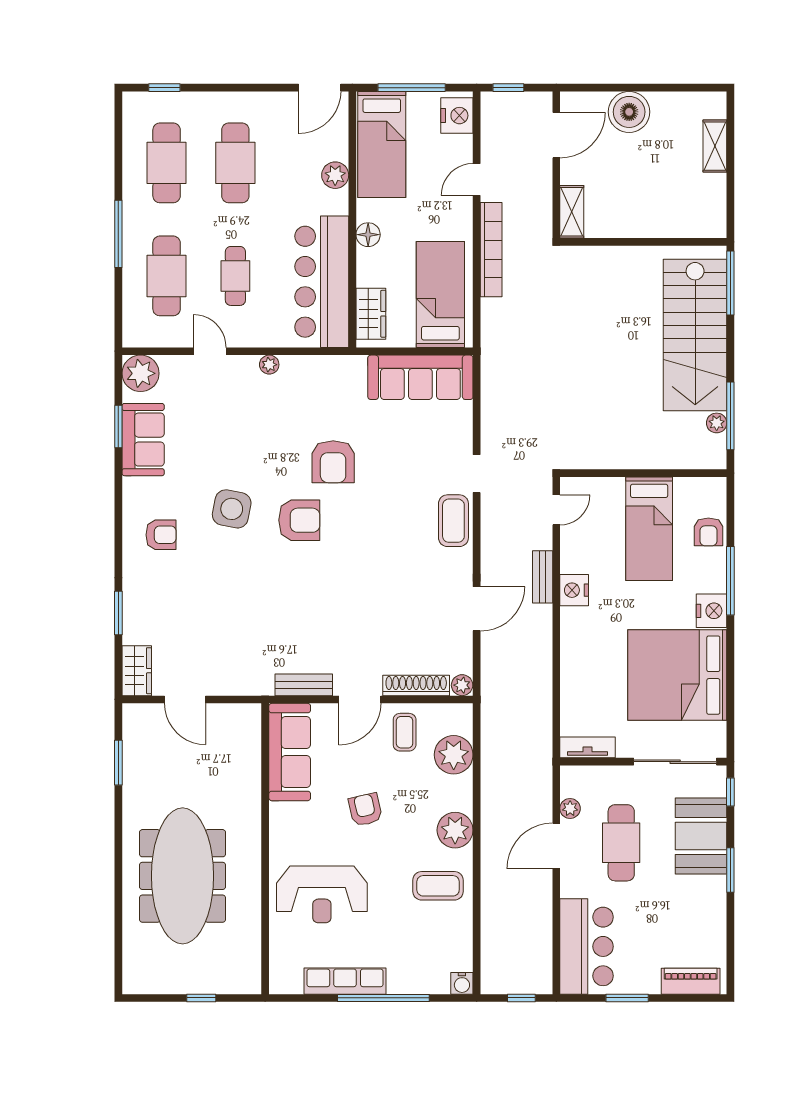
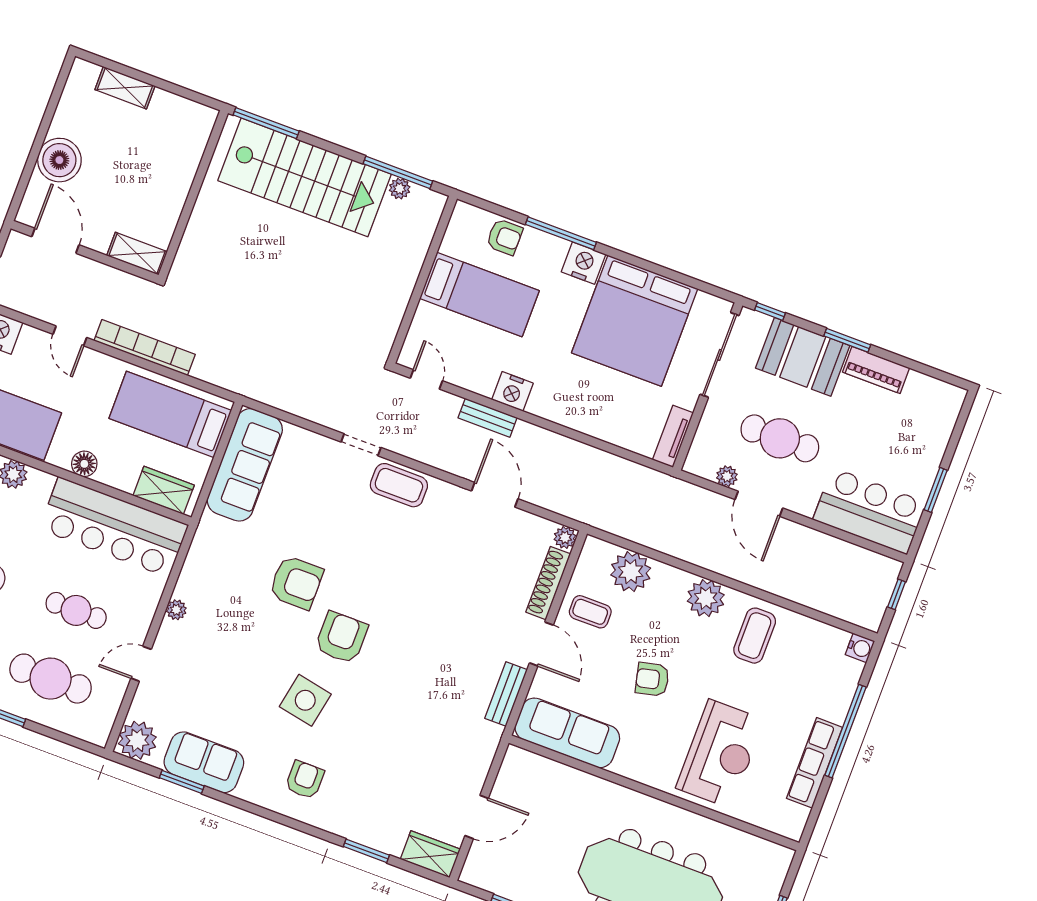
piano: (691, 981) -> (876, 370), moved, turned -90

